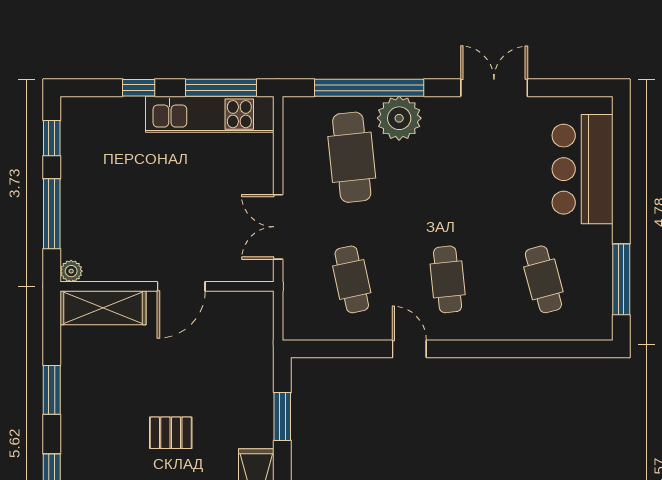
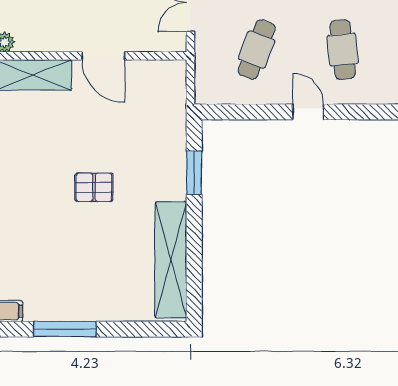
cafe table: (352, 279) -> (257, 50), turned 33
door: (181, 286) -> (103, 56), hinge flipped

